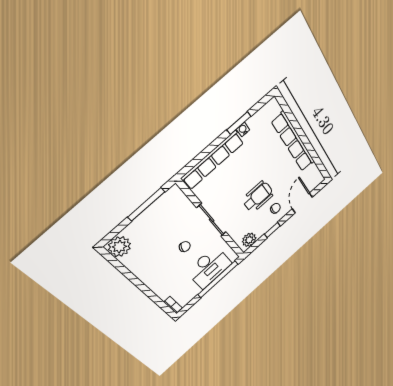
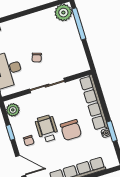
chair: (252, 171) -> (71, 130), added
wheelchair: (258, 197) -> (47, 129), turned 180
window: (146, 204) -> (79, 24), moved

